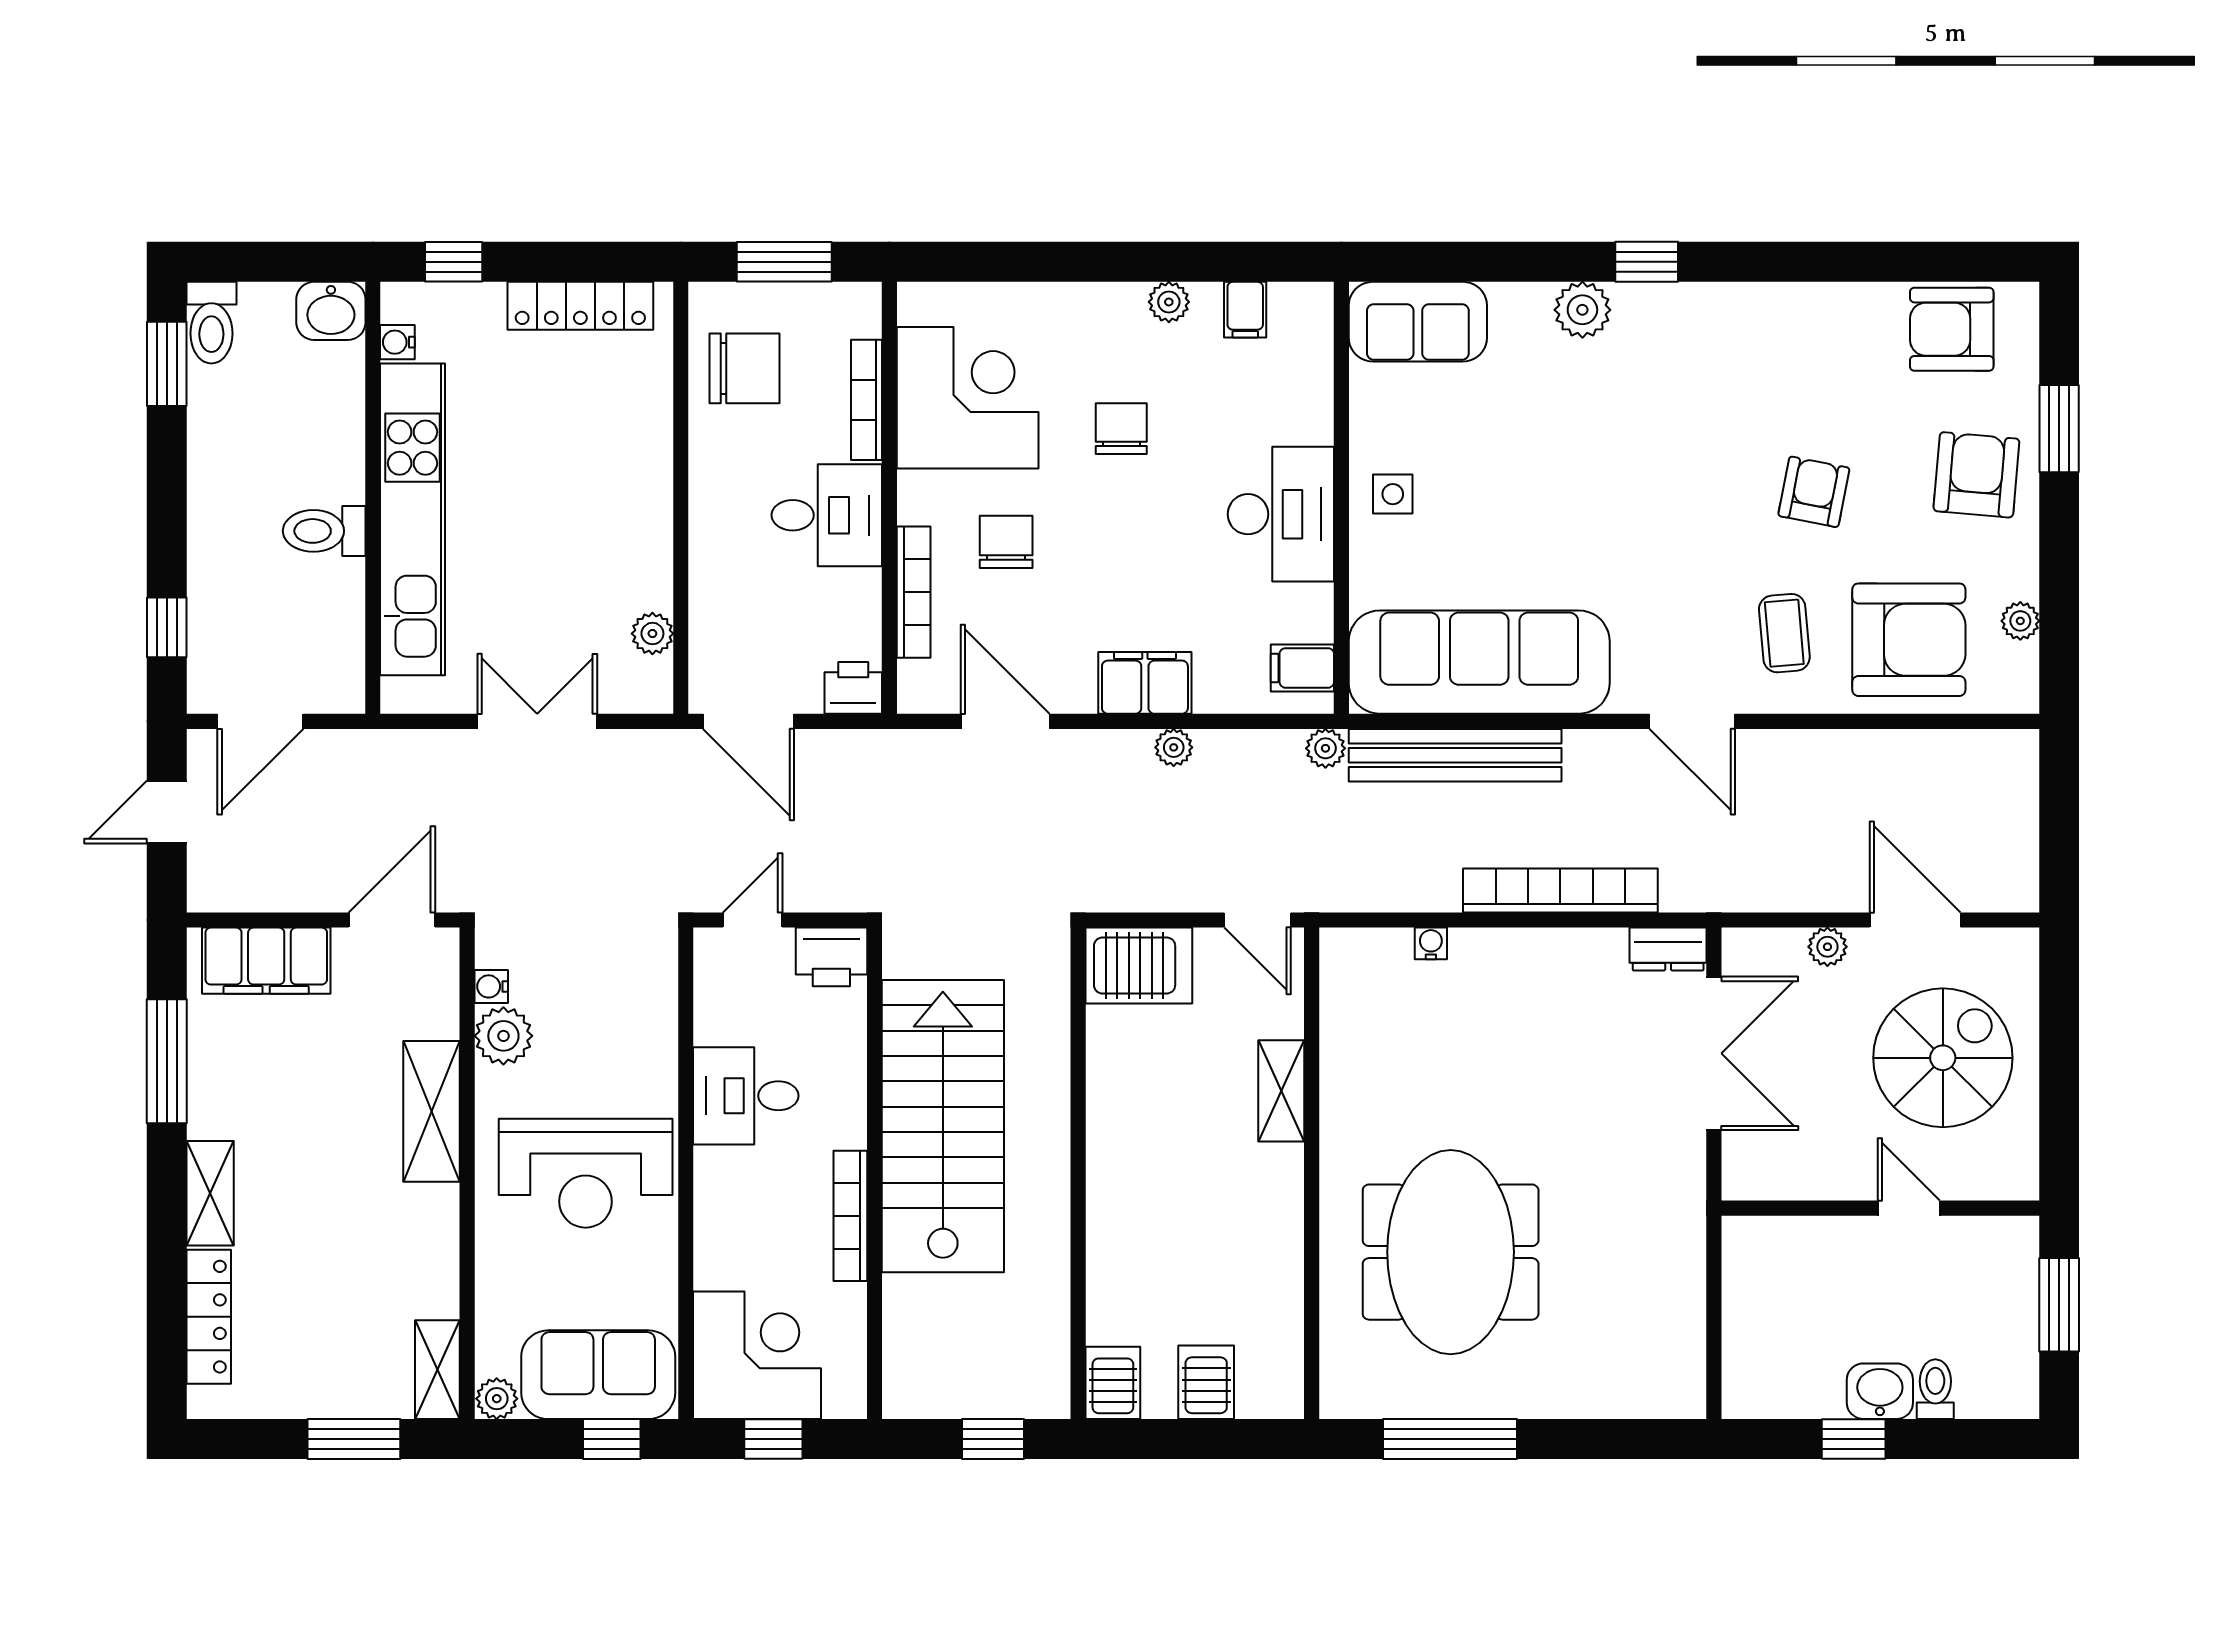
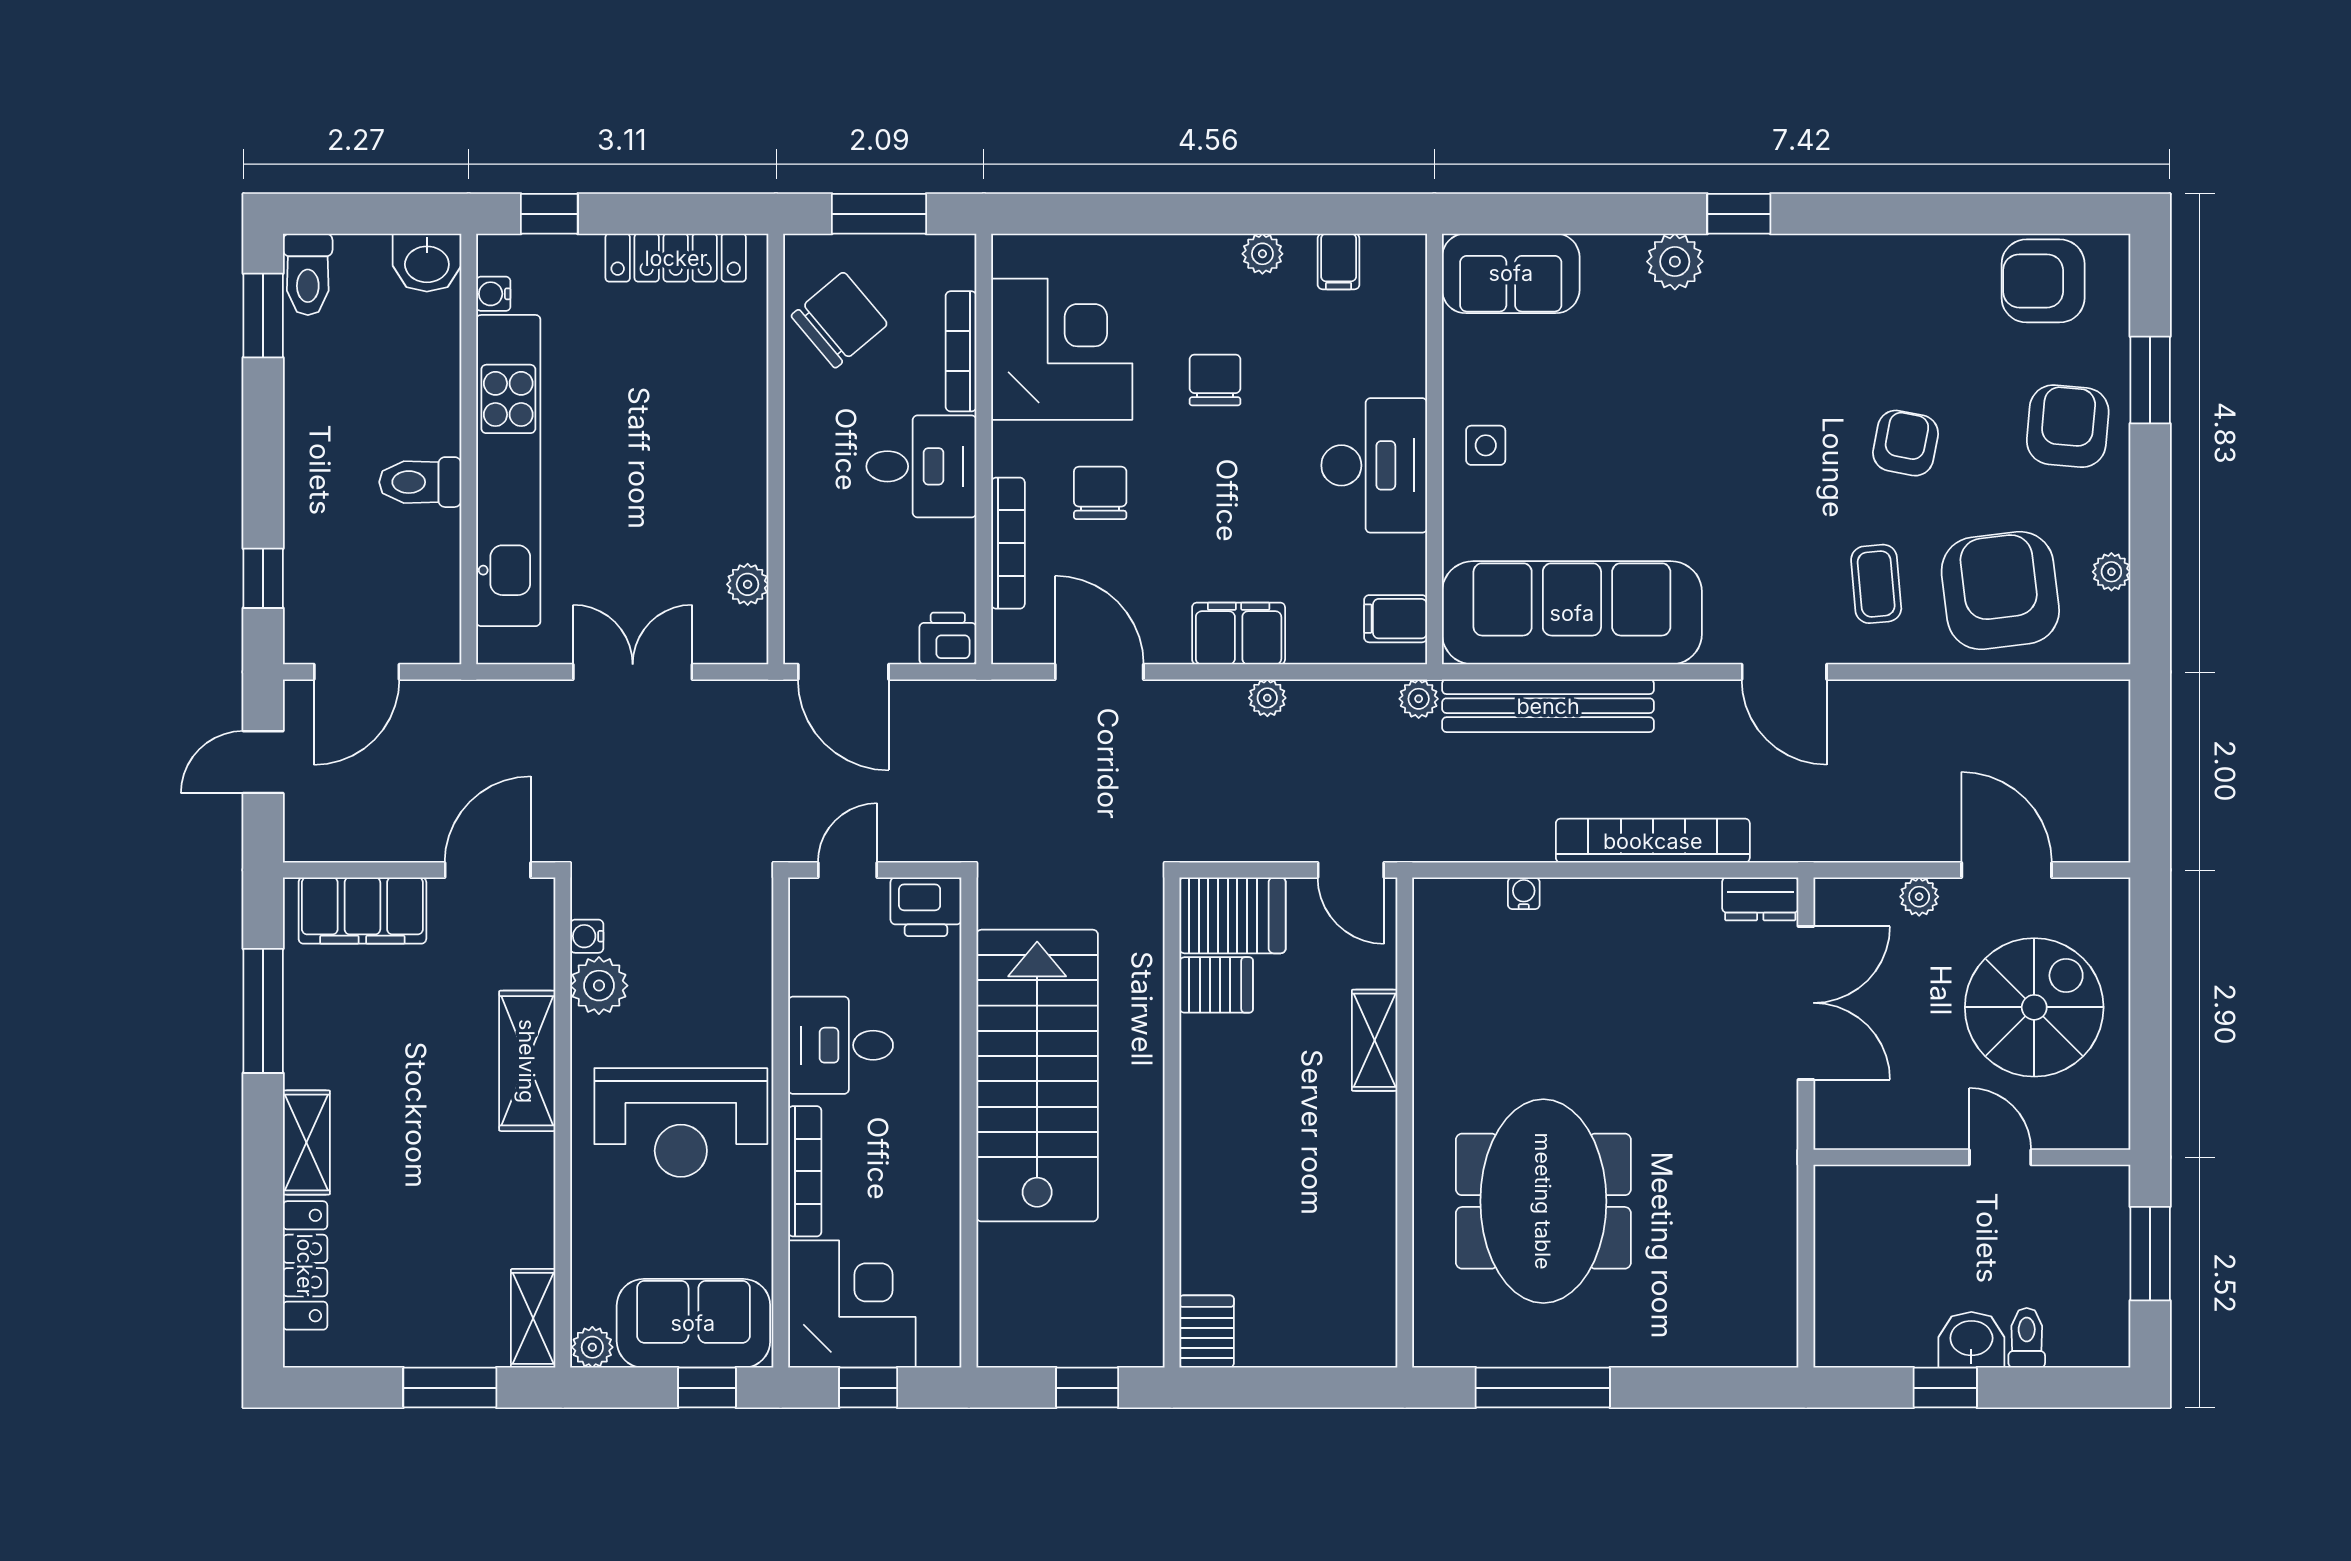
chair: (744, 368) -> (839, 320), turned -40
armchair: (1909, 640) -> (2000, 591), turned -97
bookcase: (850, 1216) -> (805, 1171), moved, turned 180
server rack: (1206, 1382) -> (1216, 985), moved, turned 90

